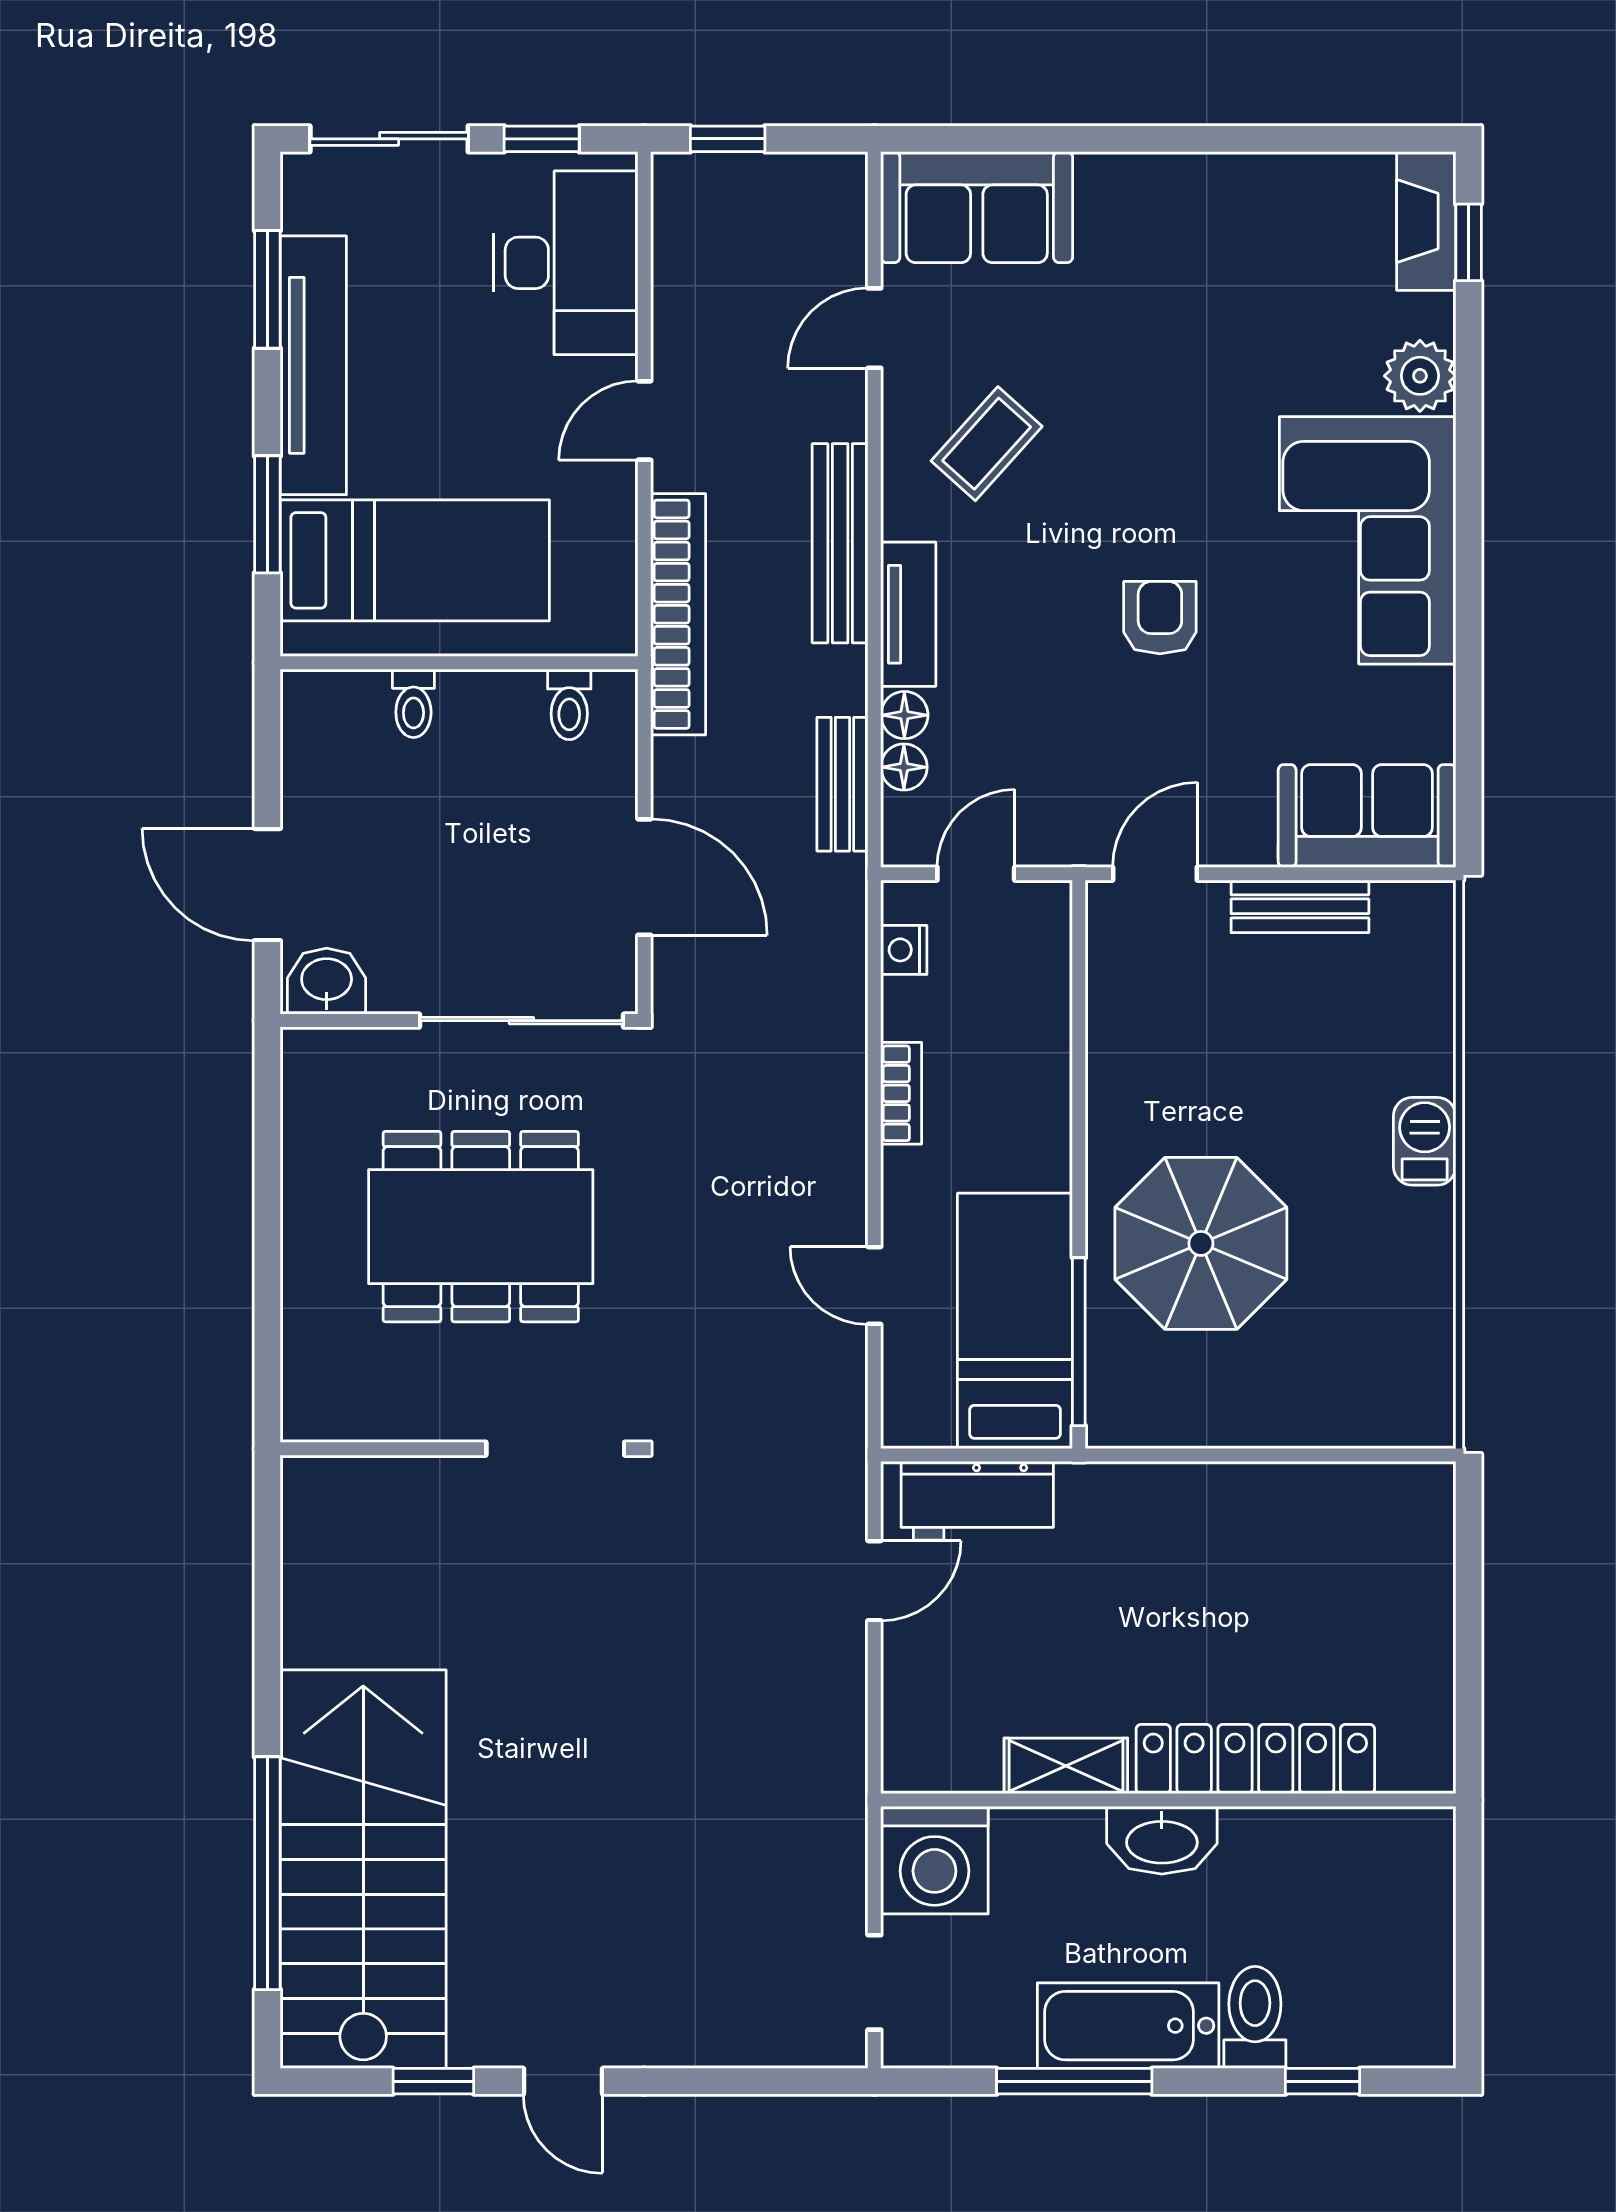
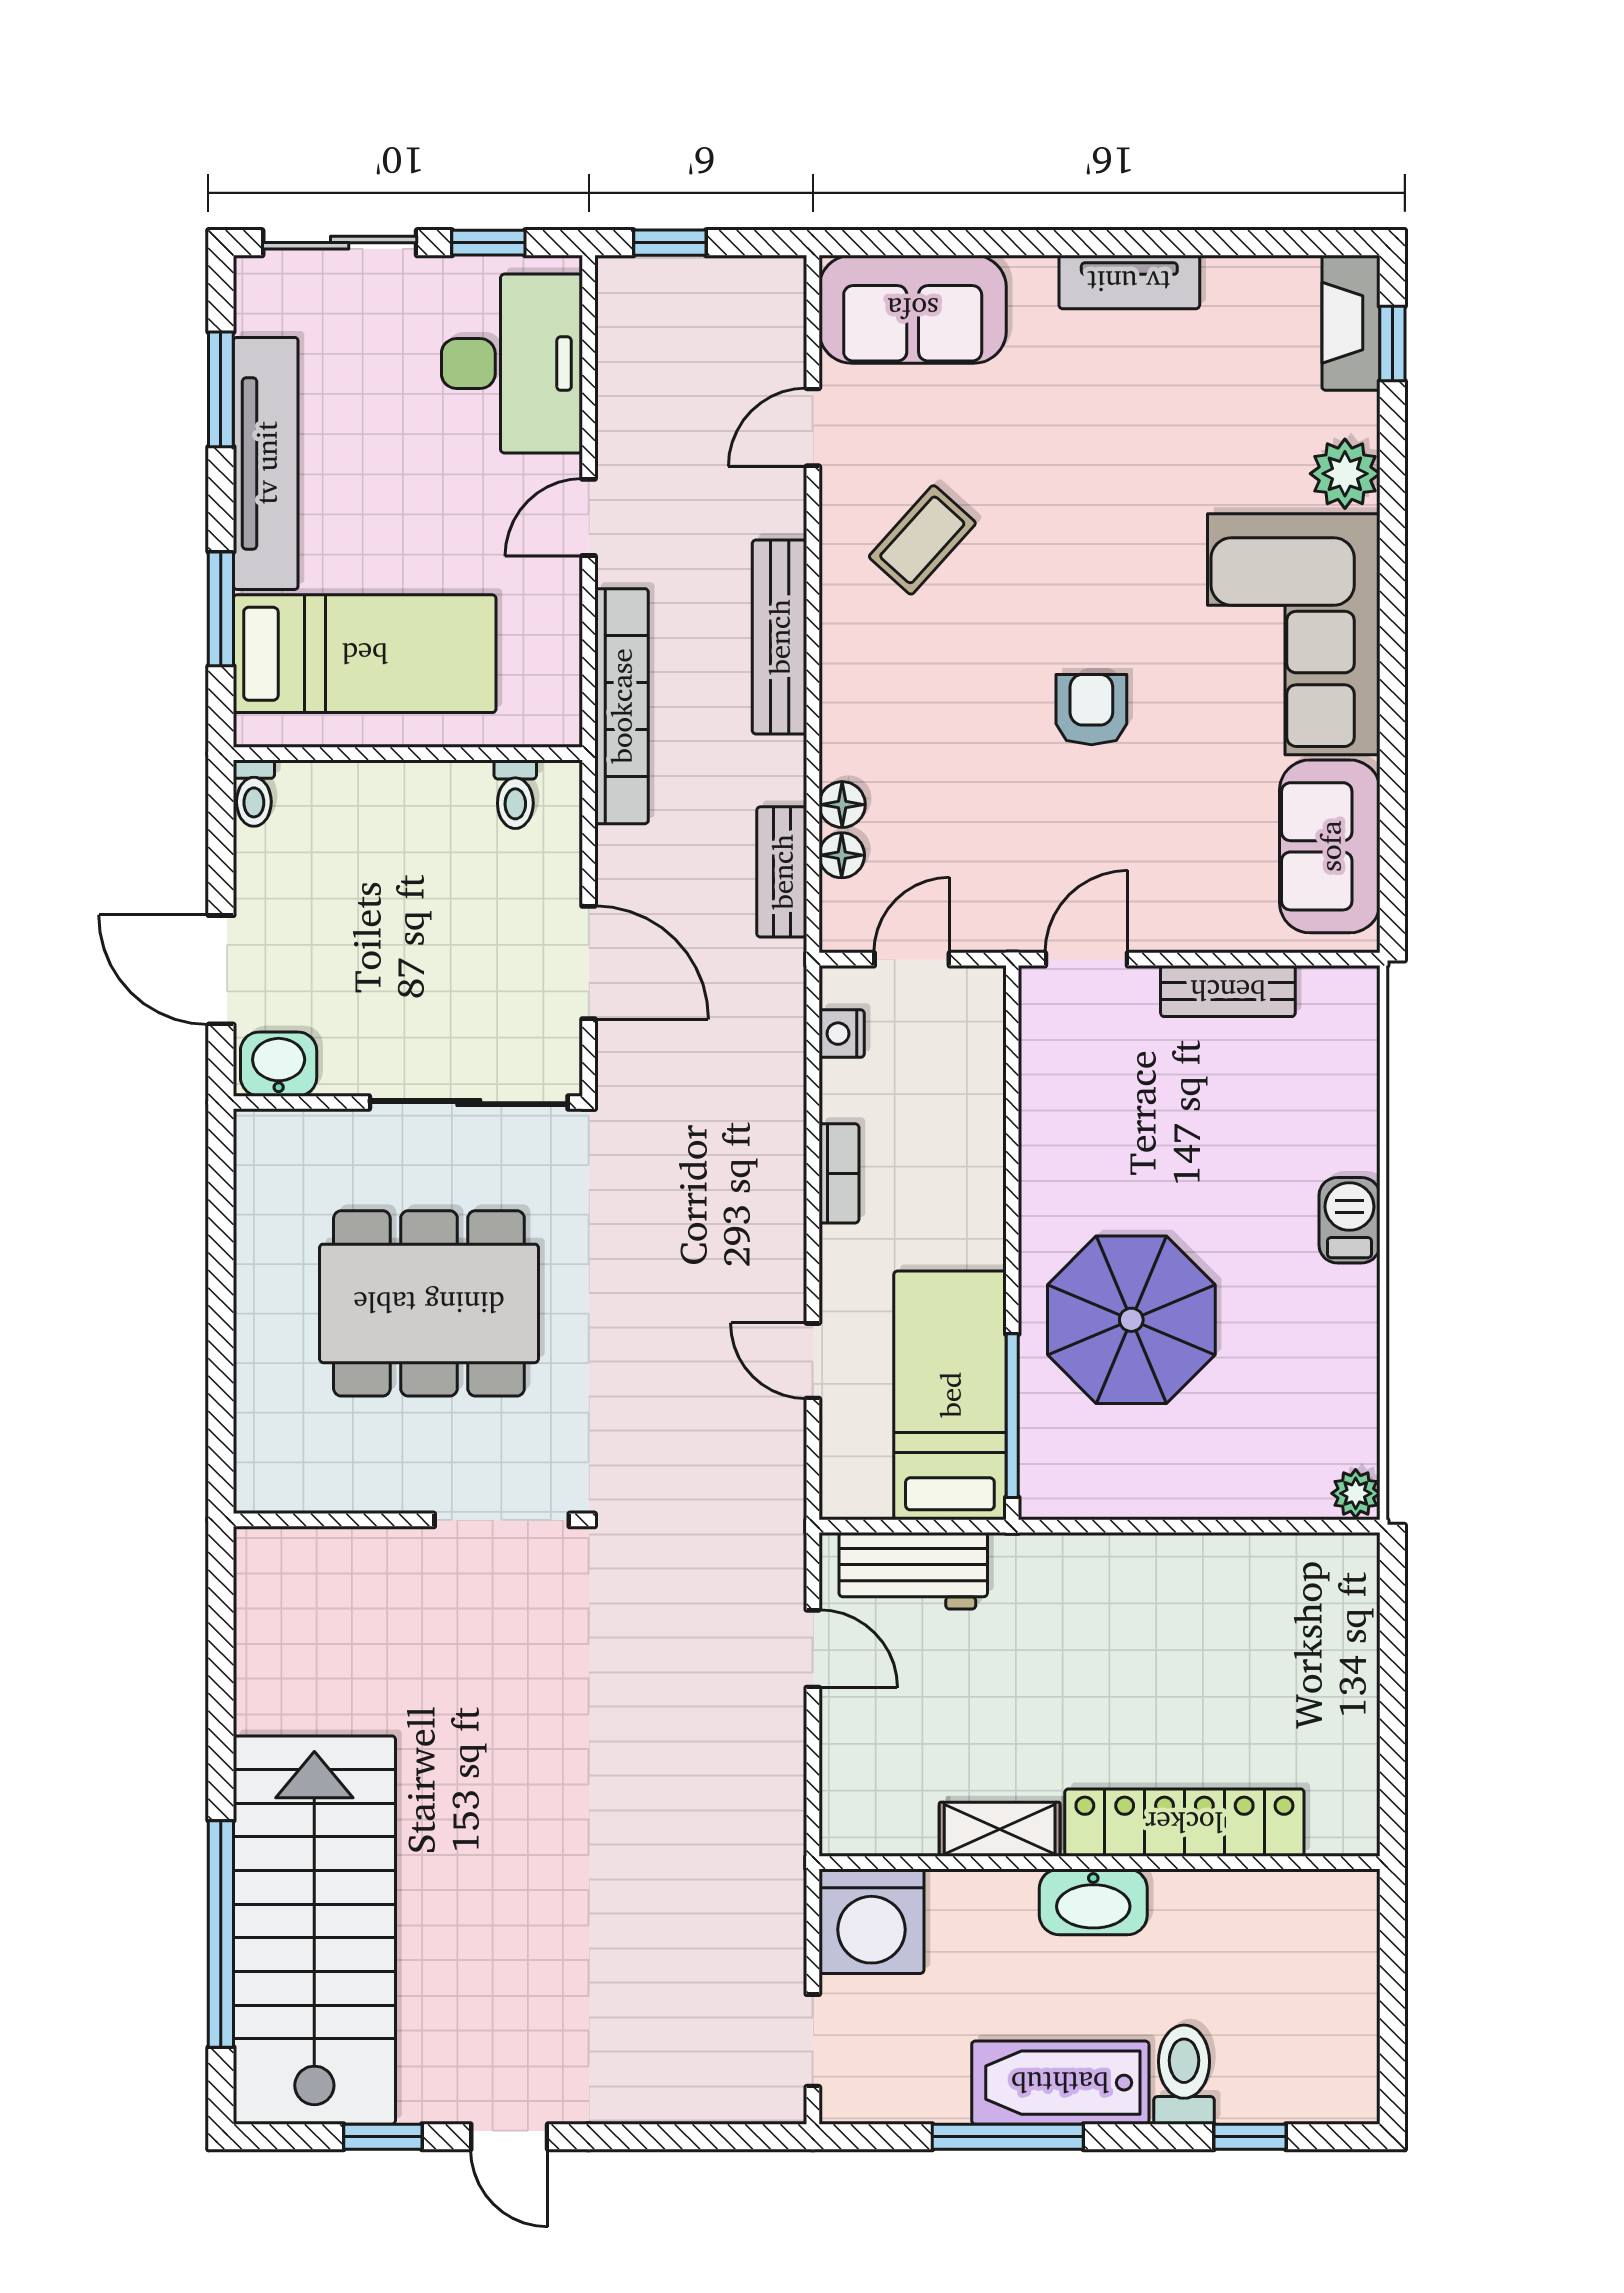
tv unit: (908, 614) -> (1129, 282), moved, turned 90
toilet: (413, 703) -> (254, 793), moved
sofa: (1367, 816) -> (1330, 846), moved, turned -90
plant: (1431, 1421) -> (1356, 1493), added
door: (874, 1581) -> (813, 1649), hinge flipped

